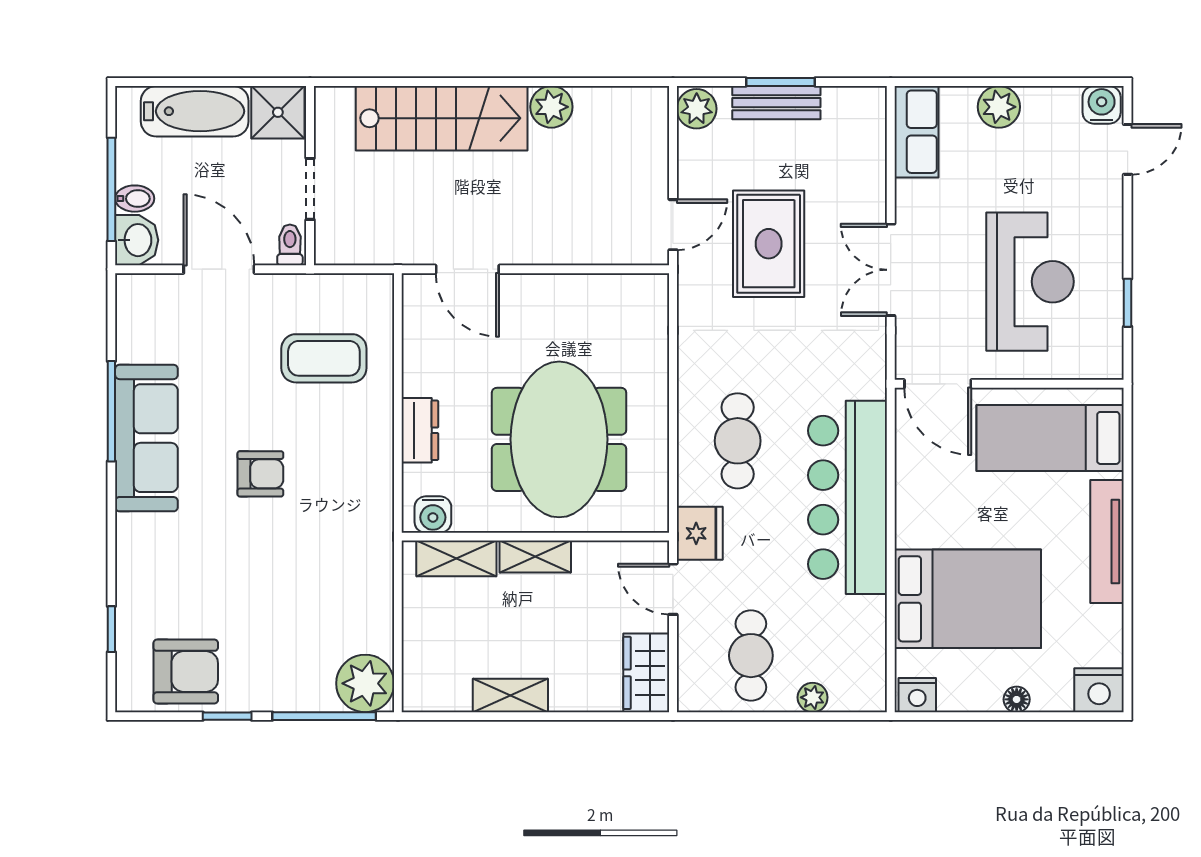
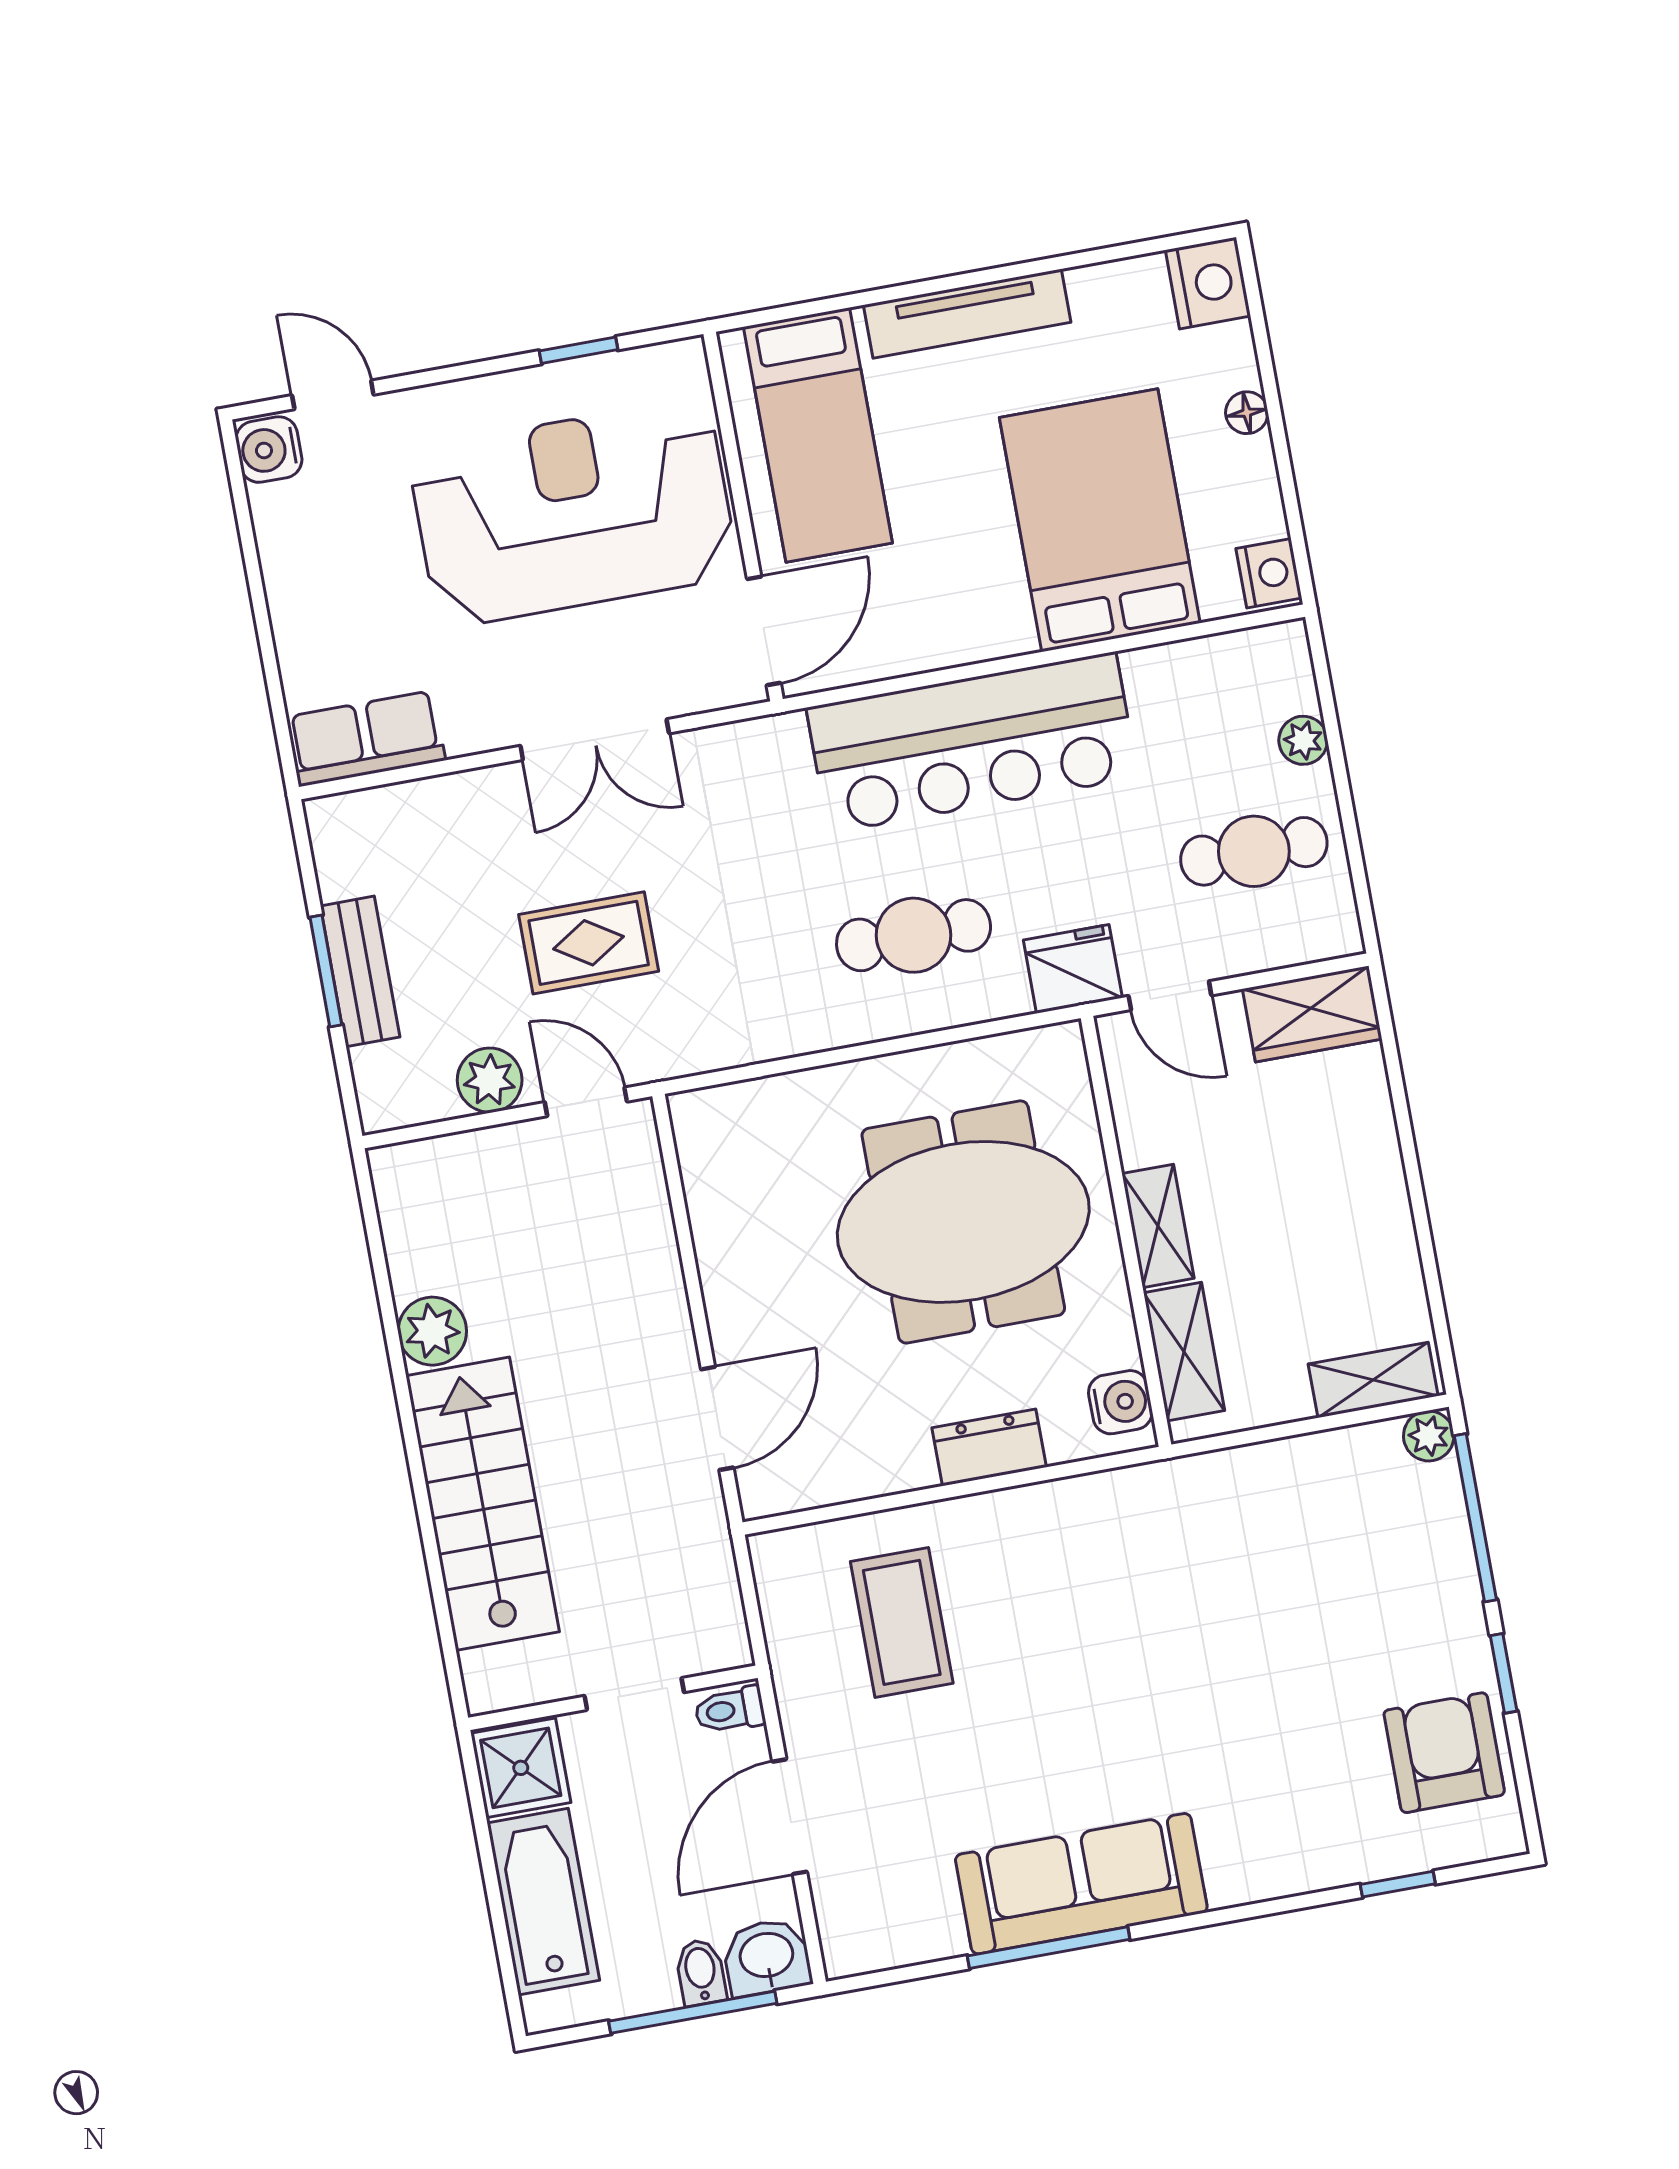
plant: (999, 107) -> (302, 614), removed
plant: (697, 109) -> (490, 1080), moved
rug: (769, 244) -> (589, 943), width x0.73, depth x0.70
reception desk: (1030, 282) -> (573, 513), width x1.36, depth x1.30
armchair: (260, 474) -> (1105, 1691), removed
door: (673, 589) -> (1170, 996), hinge flipped
plant: (365, 683) -> (1429, 1436), width x0.53, depth x0.53
shelving: (510, 695) -> (1373, 1380), moved, turned 90

